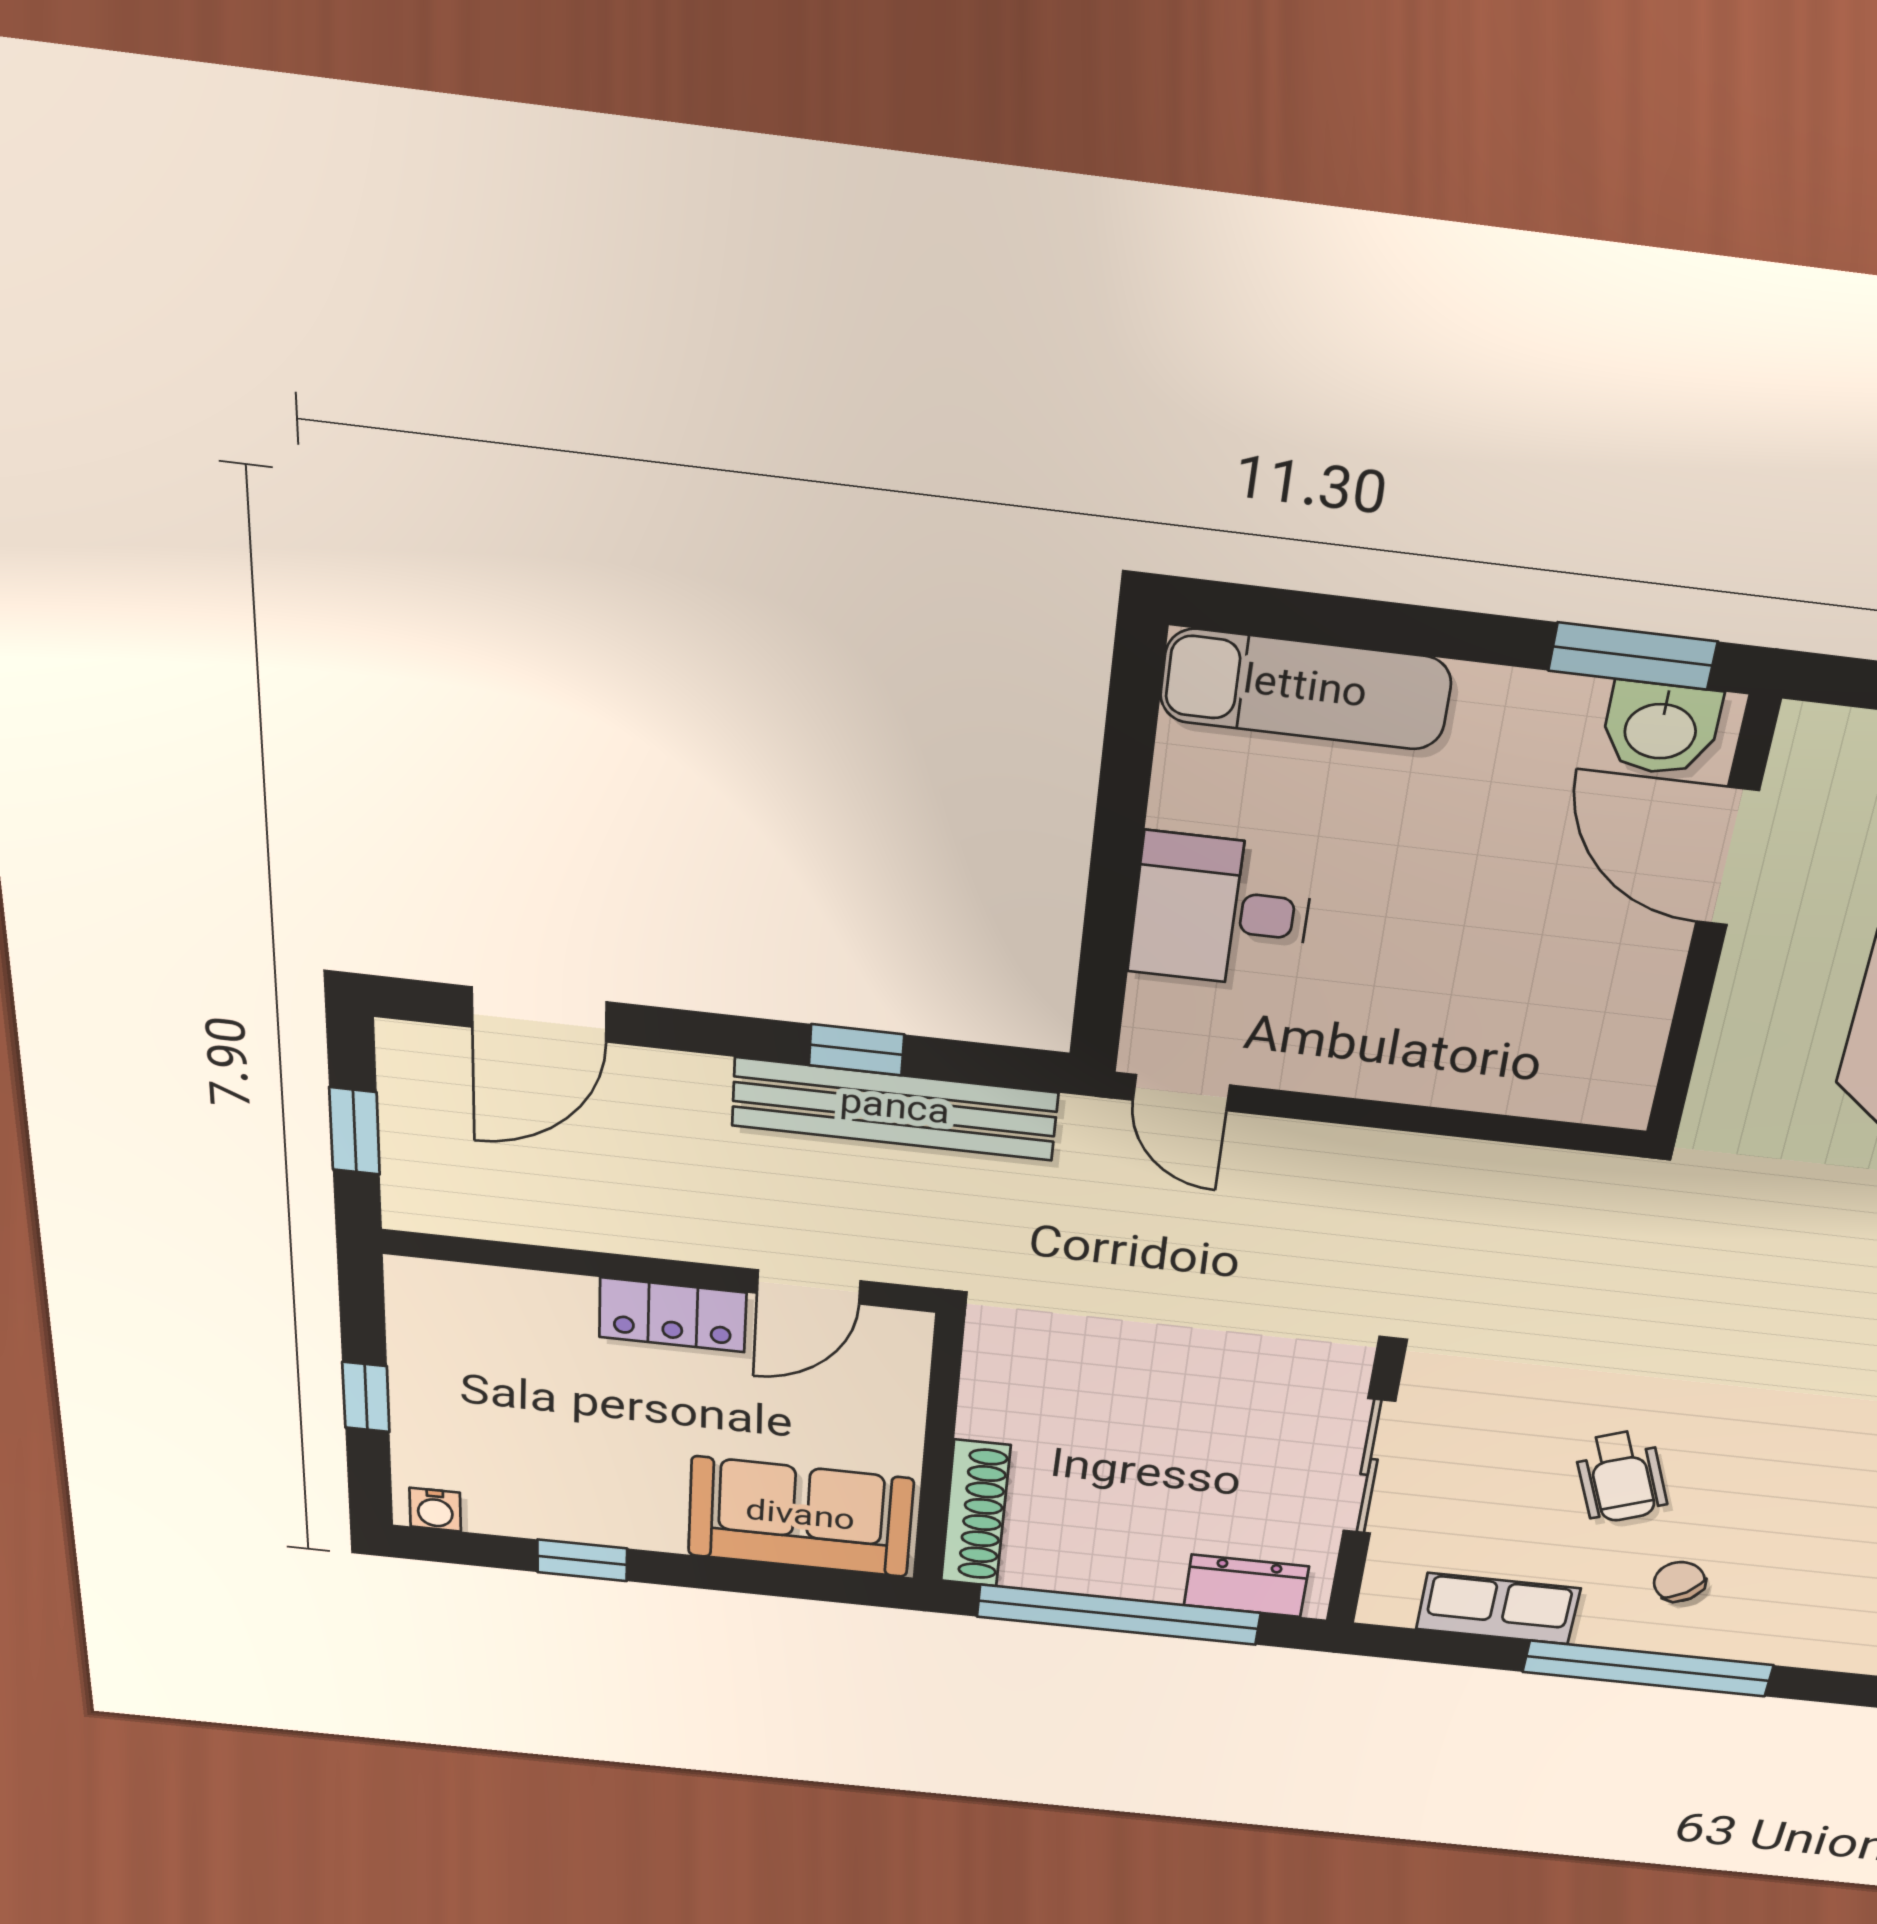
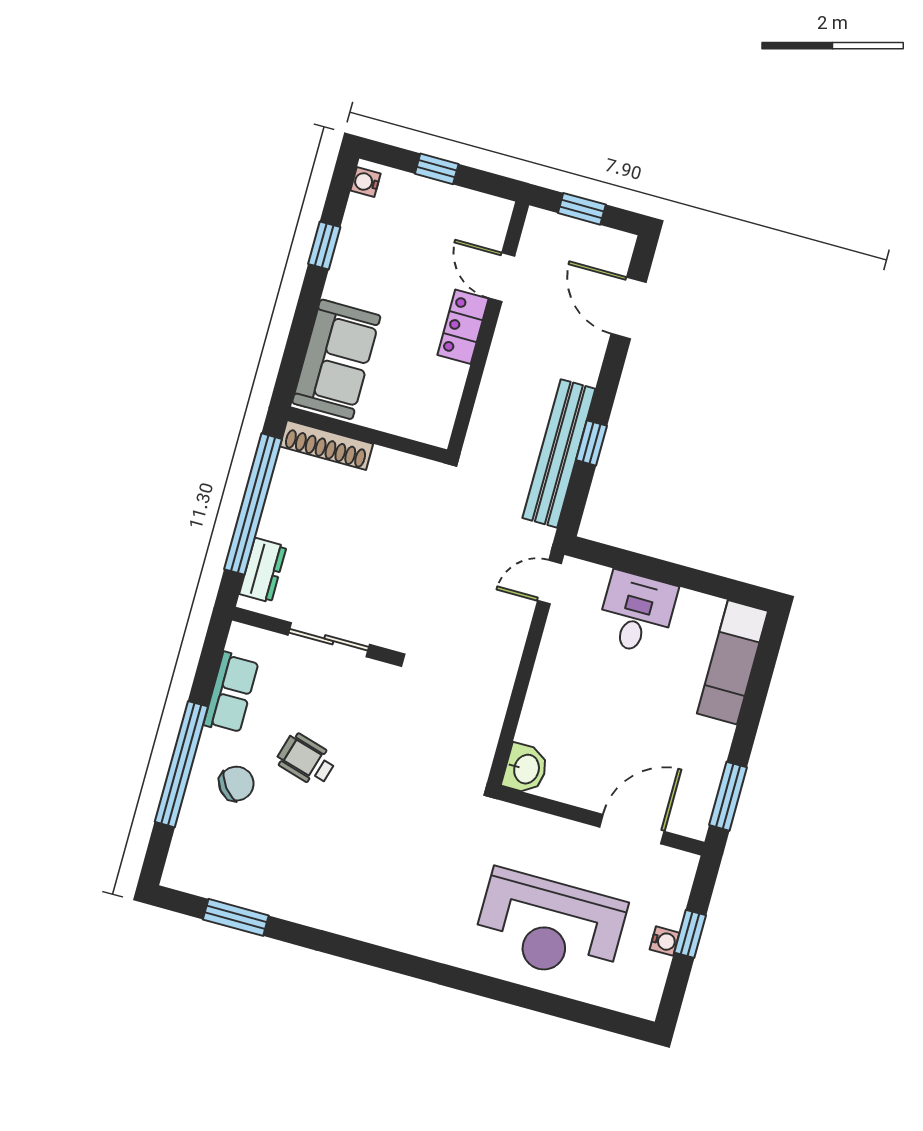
washbasin: (1661, 729) -> (525, 769), moved, turned 180
door: (809, 1287) -> (502, 277), moved
wheelchair: (1621, 1477) -> (306, 760), turned 37
chair: (1679, 1582) -> (236, 784), width x1.37, depth x1.37

